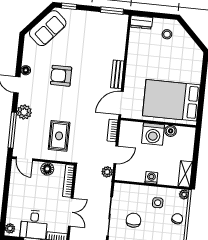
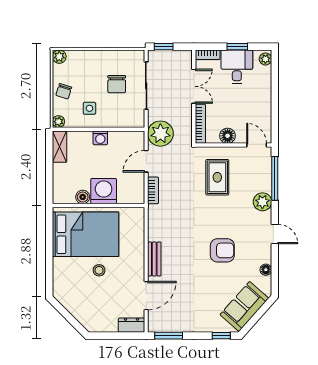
stool: (167, 34) -> (99, 270), moved
floor lamp: (26, 70) -> (266, 270), moved
door: (121, 103) -> (146, 296), moved
plant: (107, 172) -> (160, 134), width x1.88, depth x1.88
double door: (71, 212) -> (194, 86), swing flipped

